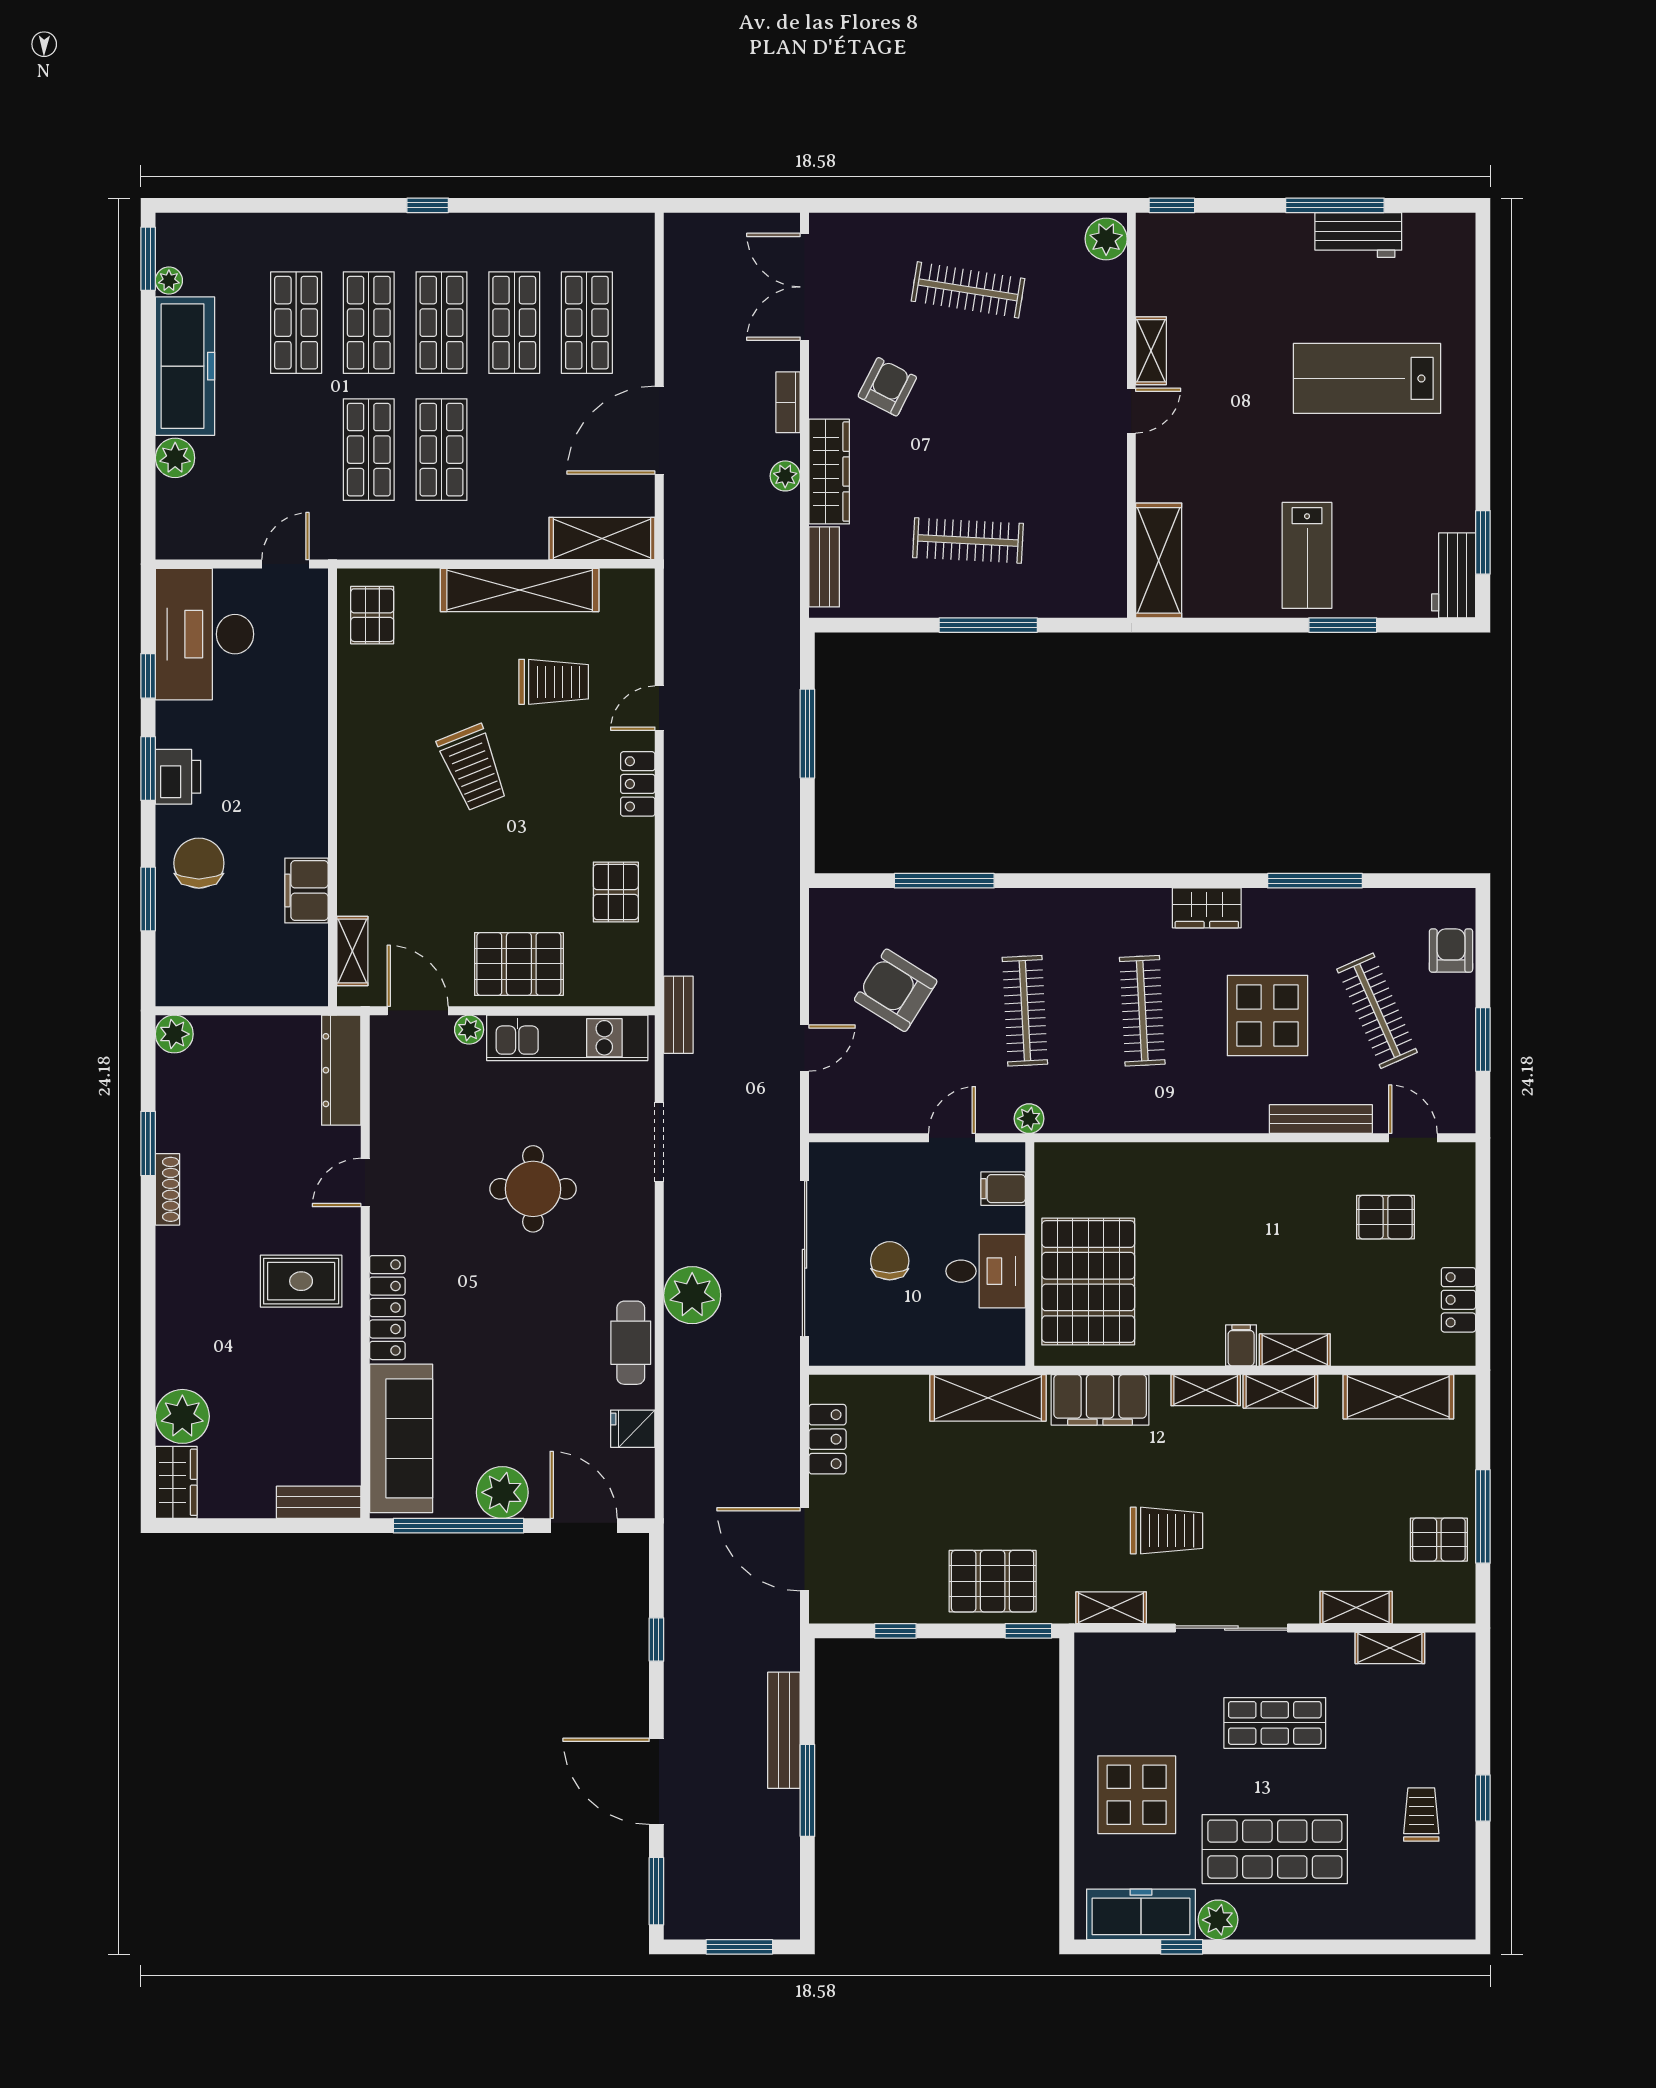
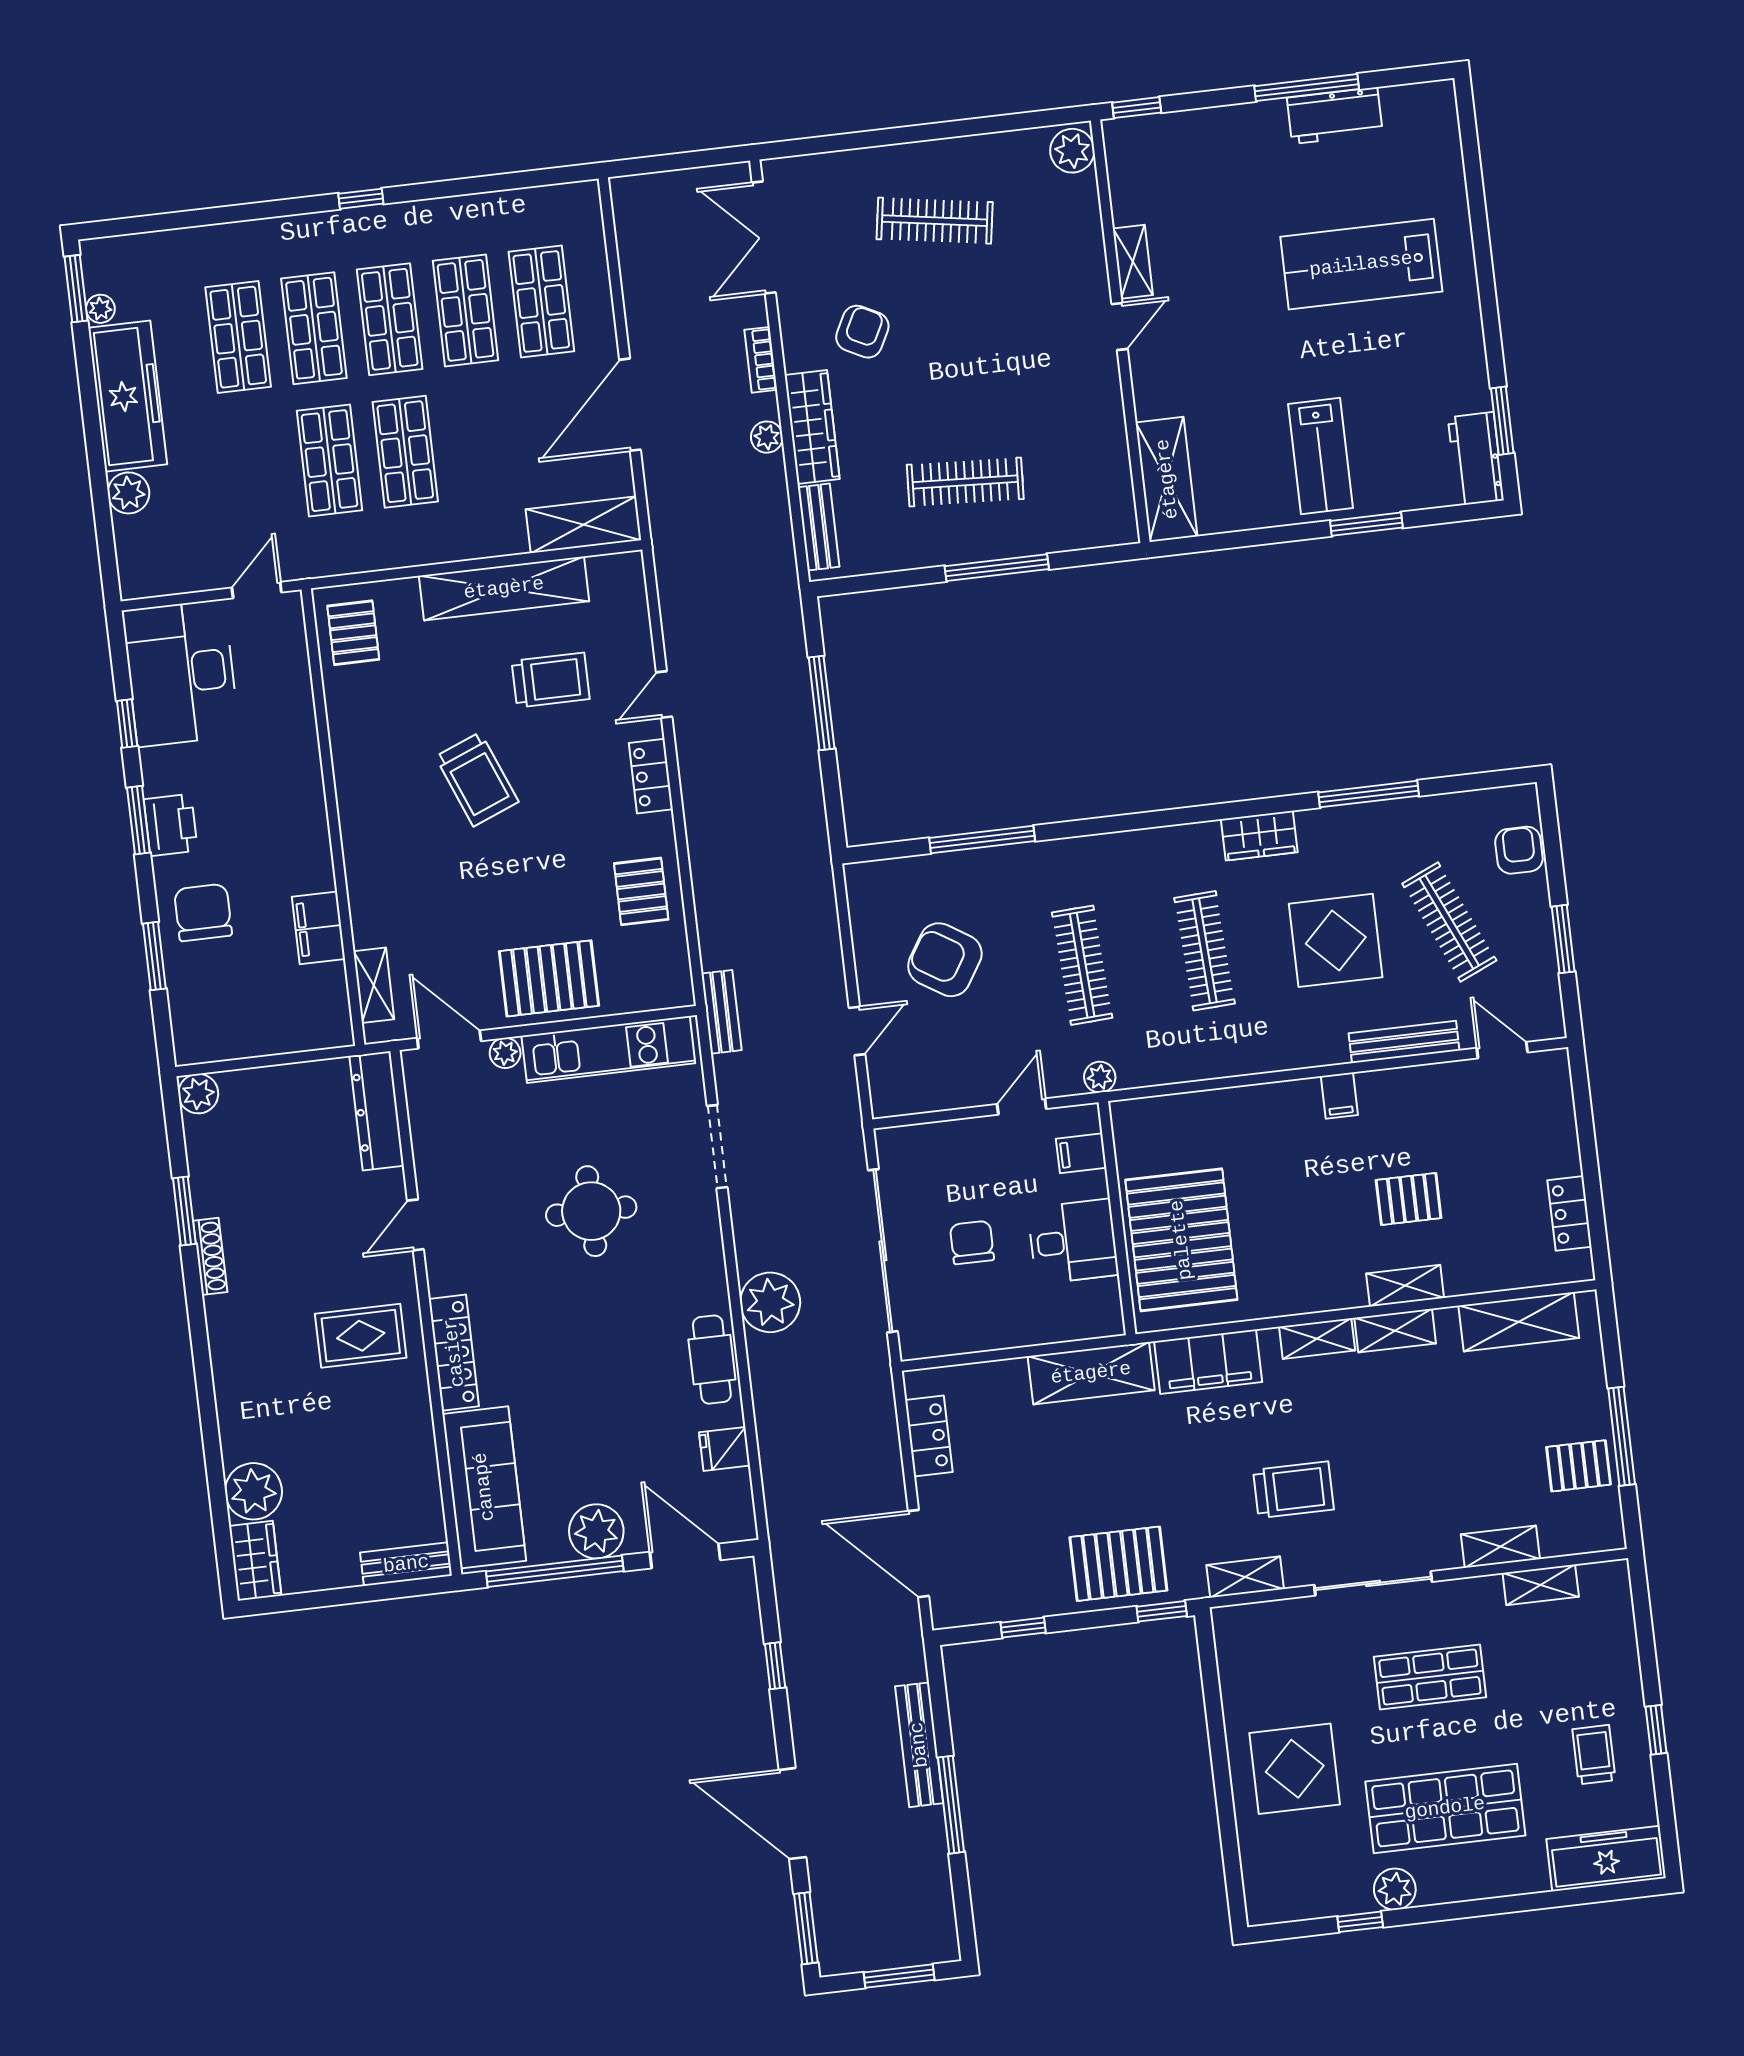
pallet: (1385, 1217) -> (1409, 1199), moved
filing cabinet: (1241, 1345) -> (1339, 1096), moved, turned 180
freezer: (1141, 1914) -> (1606, 1859), moved

